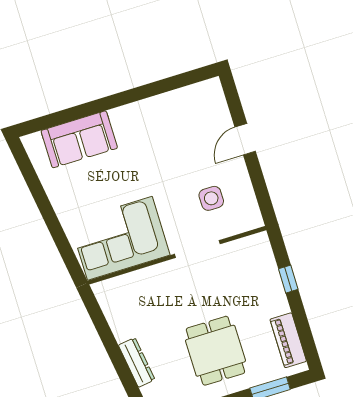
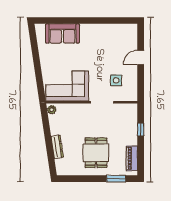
plant: (104, 294) -> (52, 110), added

